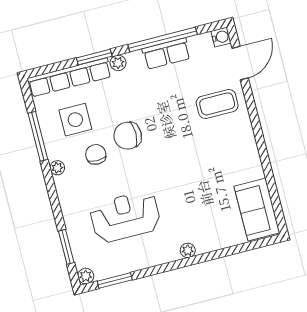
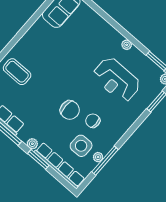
chair: (96, 154) -> (93, 121), turned 90
plant: (57, 168) -> (98, 157), moved
plant: (188, 250) -> (127, 45), moved

